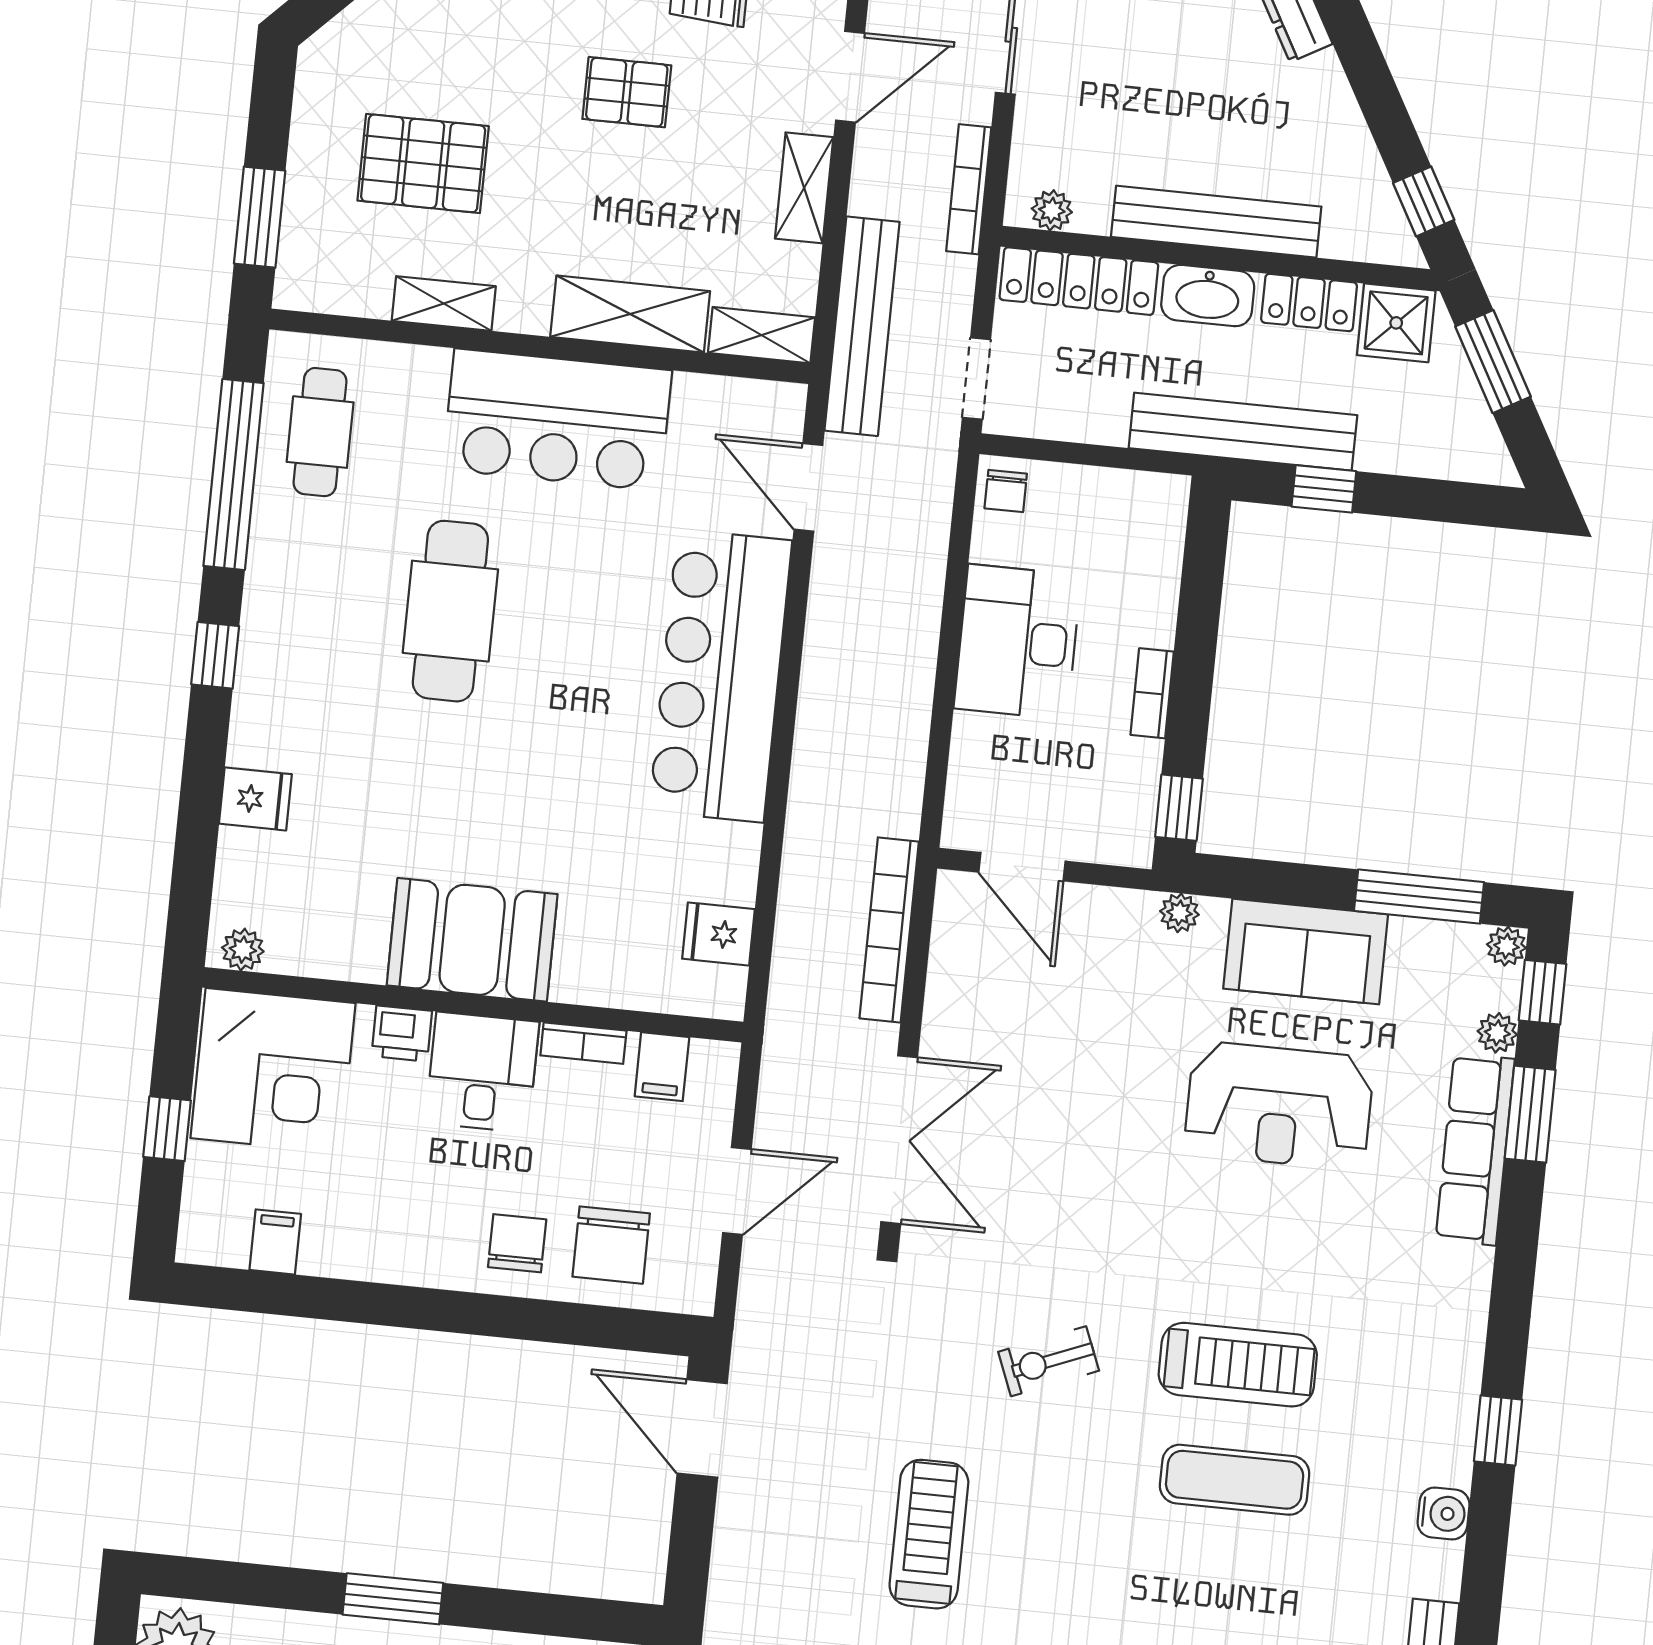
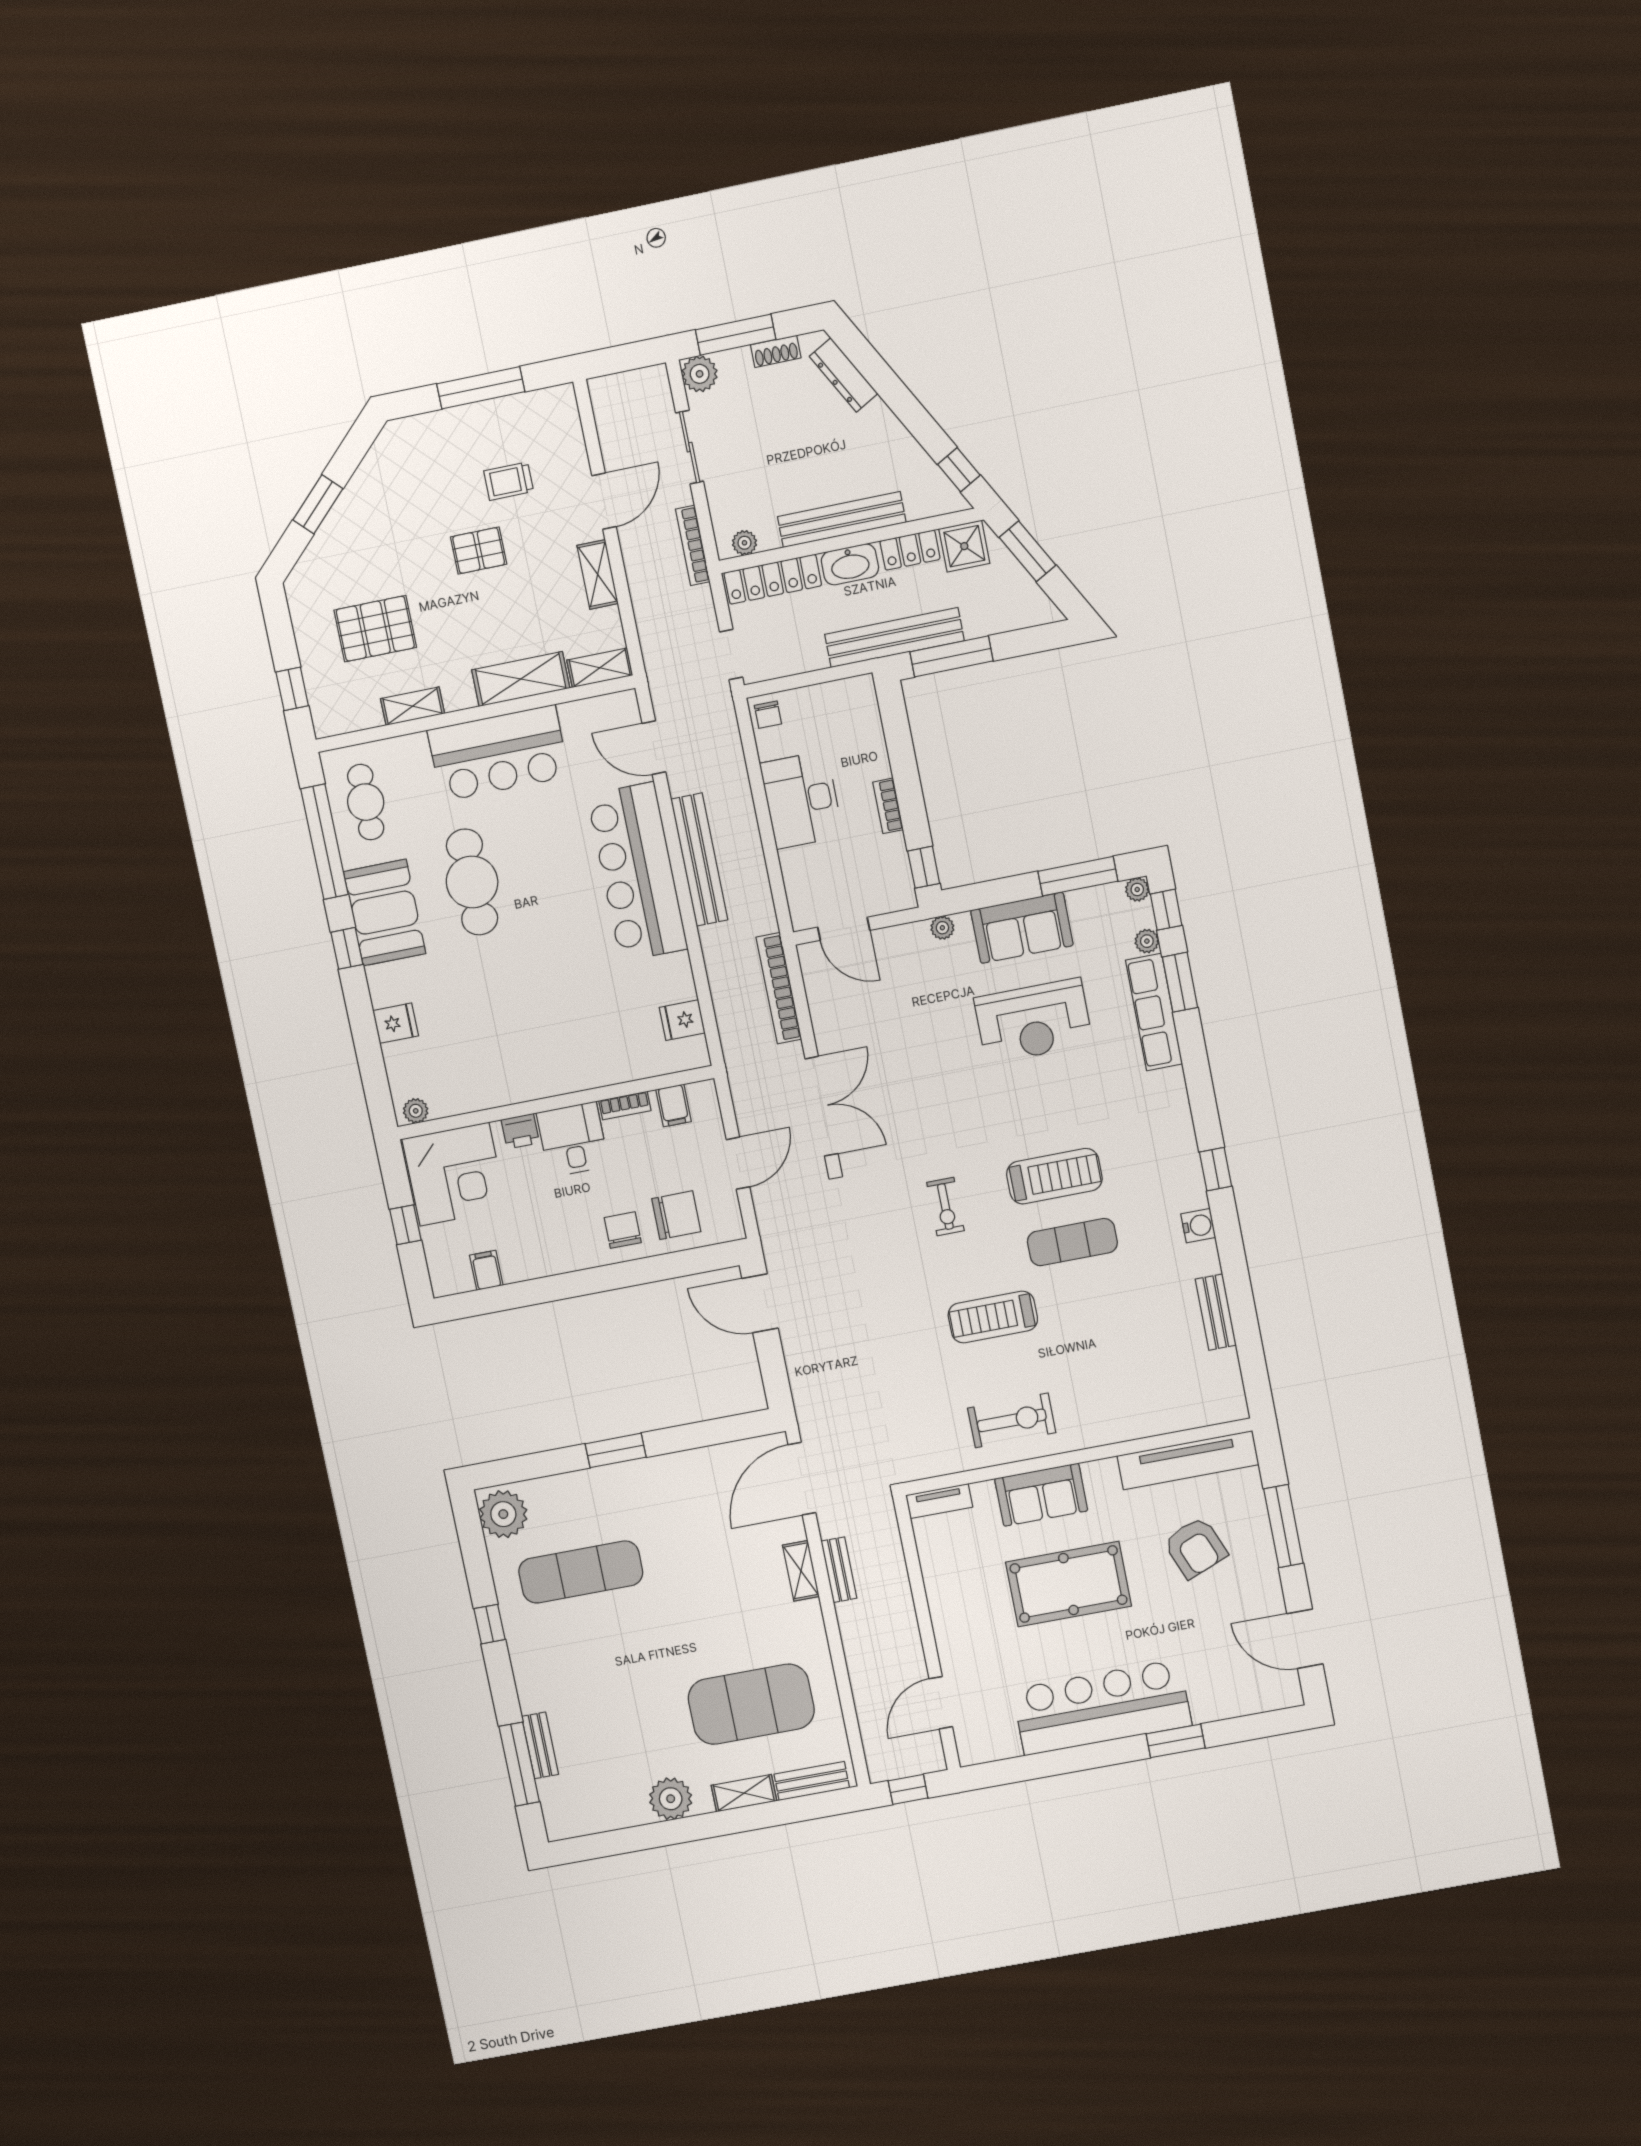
window: (260, 217) -> (292, 689), width x0.67
bench: (862, 326) -> (699, 860), moved
window: (1324, 489) -> (951, 656), width x2.17
booth: (472, 940) -> (385, 913), moved, turned 90
chair: (611, 1245) -> (676, 1215), turned -90
exercise bike: (1049, 1361) -> (945, 1207), turned -68
treadmill: (929, 1534) -> (993, 1317), moved, turned -90

